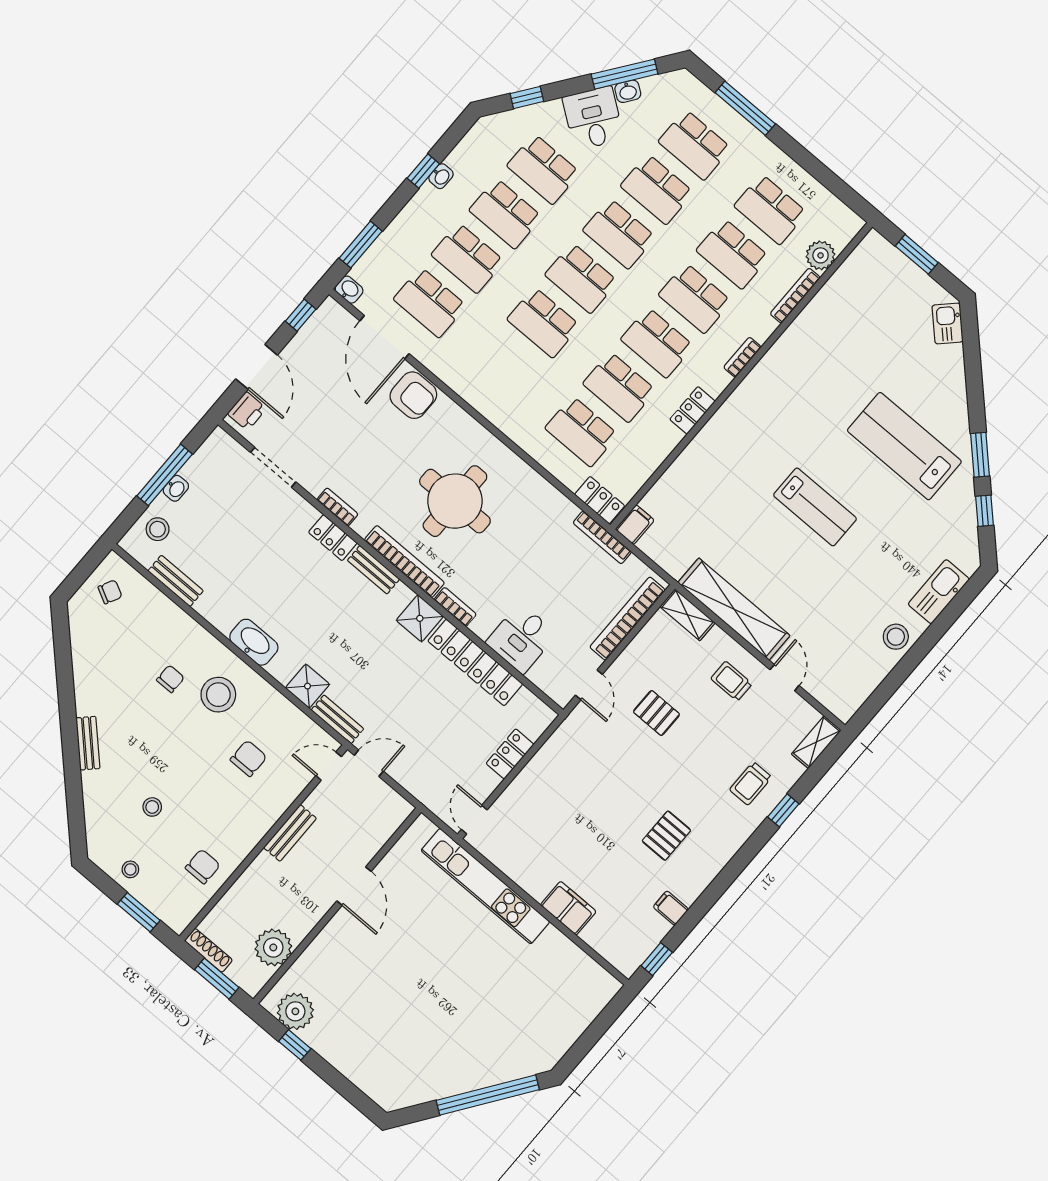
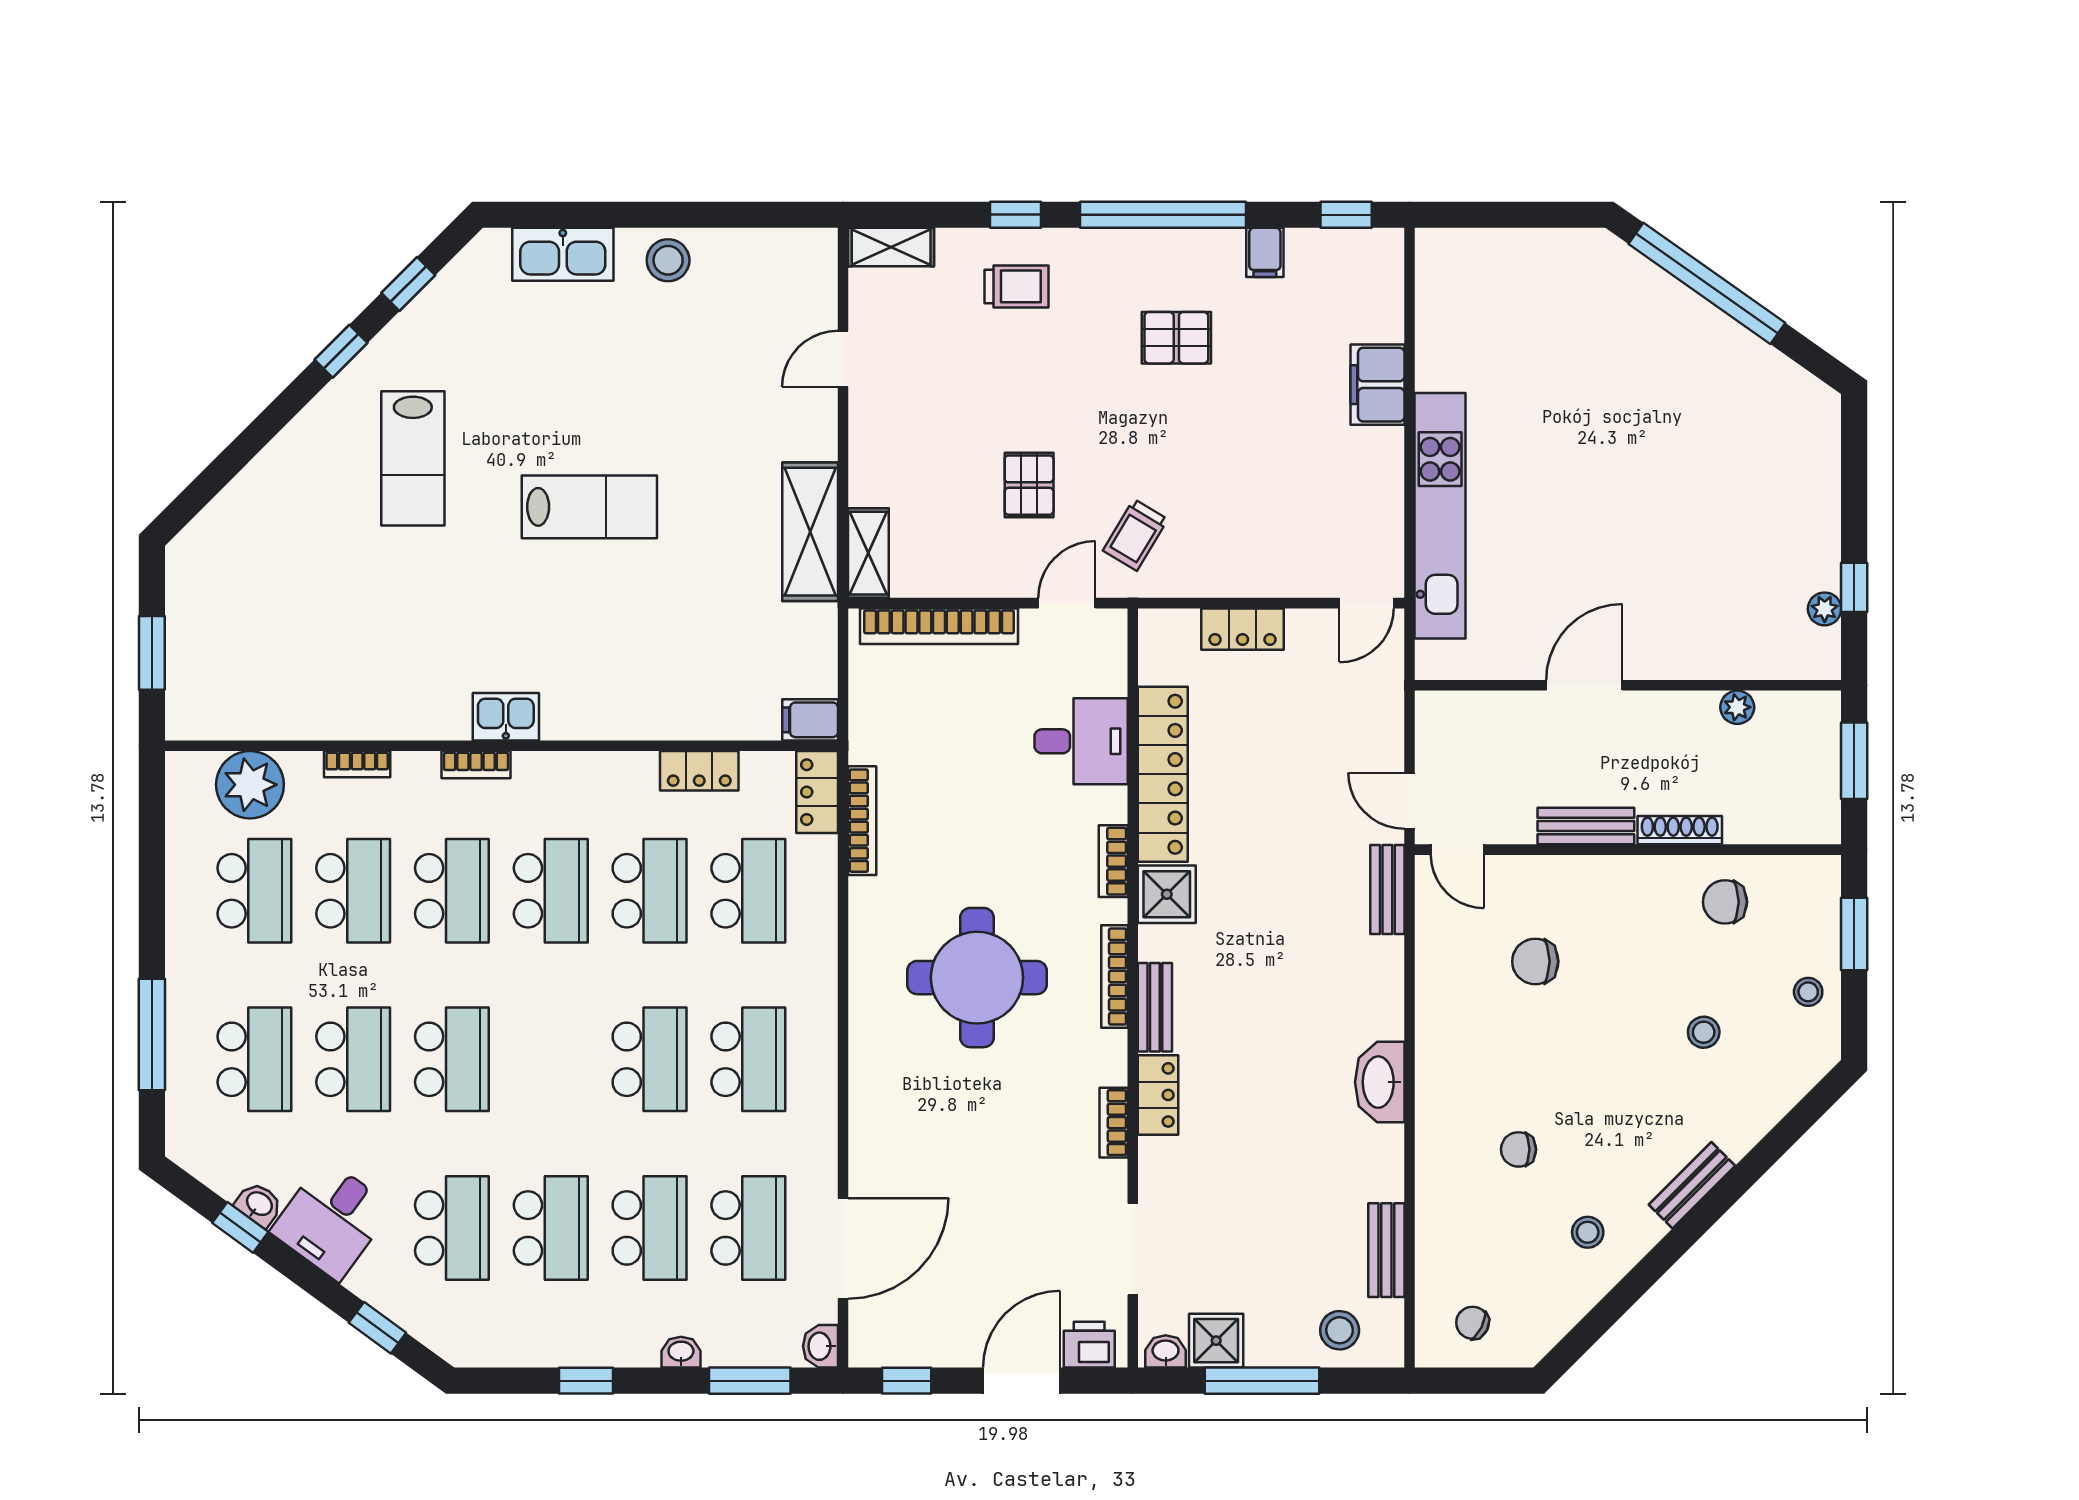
window: (625, 74) -> (240, 1227), width x0.46
washbasin: (441, 176) -> (681, 1352), moved
plant: (821, 255) -> (250, 785), width x1.36, depth x1.36
school desk: (581, 278) -> (748, 1059), moved
bookcase: (795, 296) -> (357, 764), width x0.64
kitchen sink: (948, 323) -> (506, 717), moved, turned -135
armchair: (413, 395) -> (886, 1147), removed
locker: (693, 410) -> (699, 771), moved
lab bench: (904, 446) -> (413, 458), width x0.73, depth x0.72
window: (980, 455) -> (341, 351), width x0.67
washbasin: (176, 488) -> (1166, 1351), moved
lab bench: (815, 507) -> (589, 507), turned 90
bookcase: (602, 537) -> (862, 821), moved
bookcase: (404, 561) -> (1114, 977), width x0.68, depth x0.76
shelving: (734, 609) -> (810, 532), width x0.68
trolley: (731, 681) -> (1135, 535), moved, turned 31
shower: (308, 686) -> (1216, 1341), moved
stool: (218, 695) -> (1588, 1232), moved, width x0.53, depth x0.53
window: (727, 877) -> (1163, 215), added
plant: (273, 947) -> (1737, 707), width x0.53, depth x0.53
shoe rack: (208, 950) -> (1680, 830), moved, turned 90
plant: (295, 1011) -> (1825, 609), width x0.53, depth x0.53

